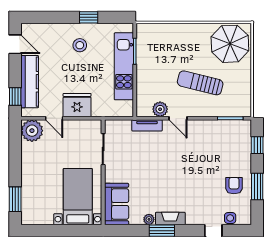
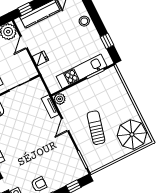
window: (89, 17) -> (107, 41), moved
stool: (80, 45) -> (84, 21), moved
fridge: (77, 105) -> (40, 58), width x0.53, depth x0.75
plant: (160, 109) -> (60, 99), moved

